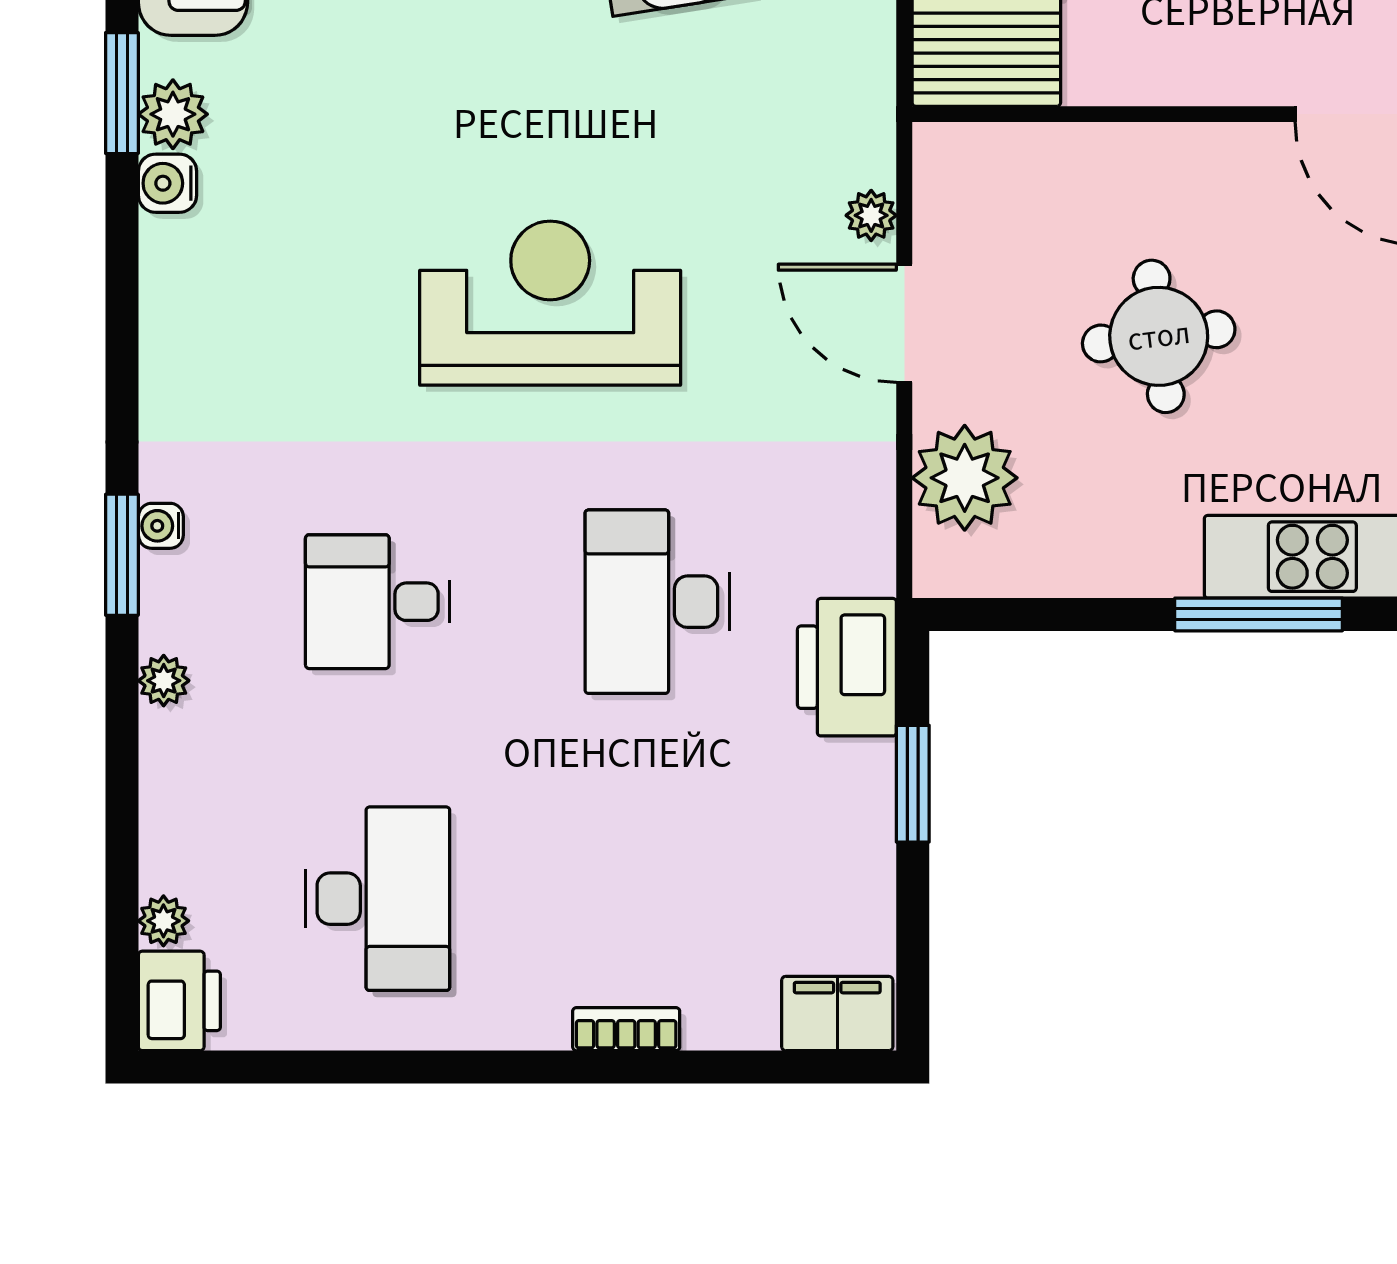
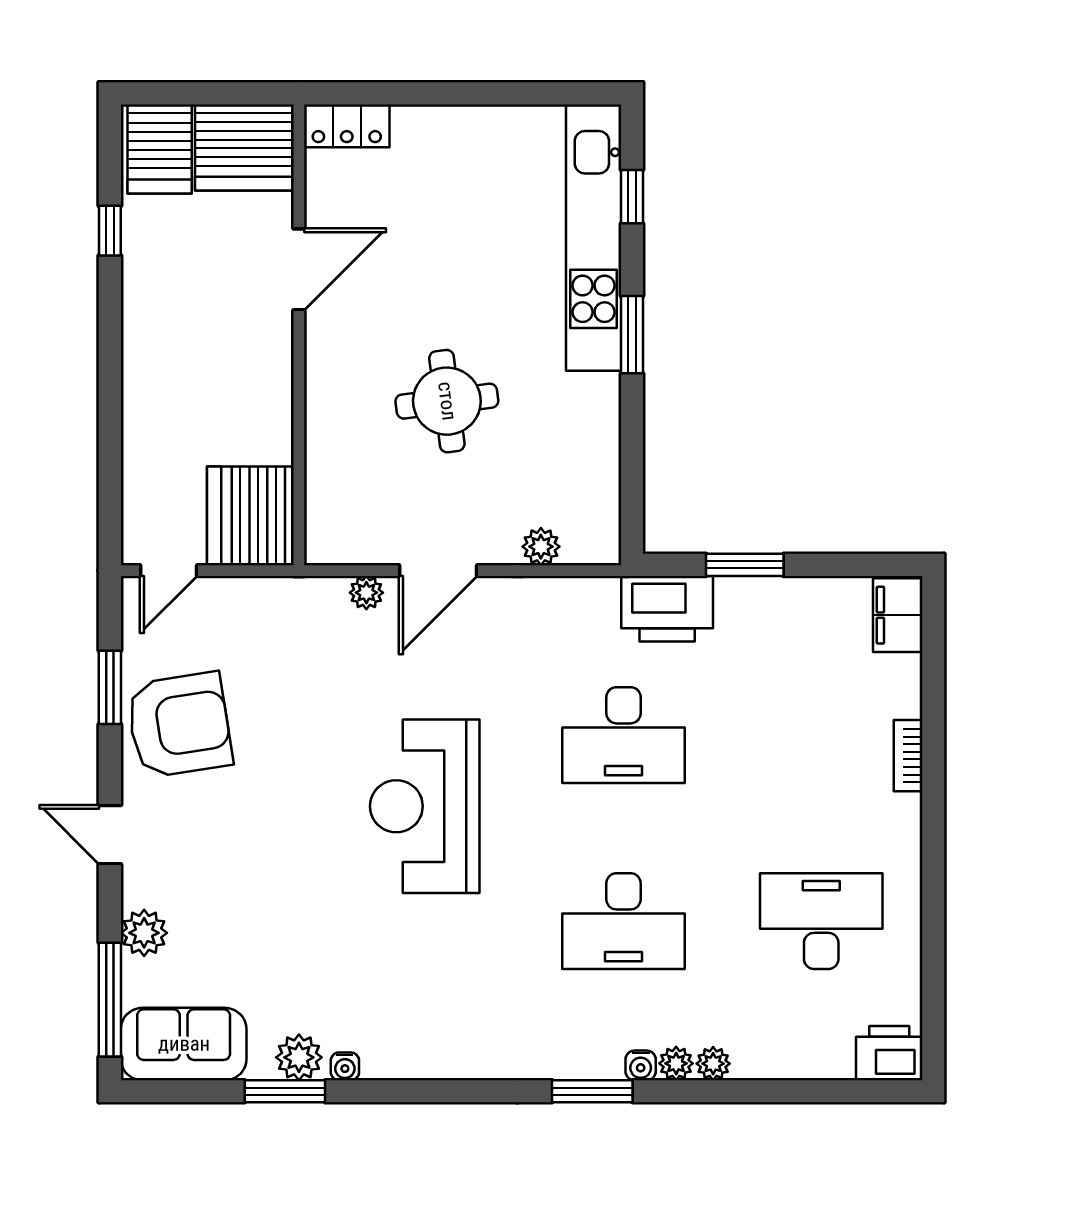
water cooler: (168, 183) -> (345, 1066), width x0.72, depth x0.72
plant: (965, 478) -> (541, 547), width x0.53, depth x0.53
water cooler: (161, 526) -> (641, 1065), moved
desk: (378, 602) -> (623, 921), width x1.37
window: (1259, 614) -> (632, 335), width x0.69
plant: (163, 921) -> (713, 1064), moved

